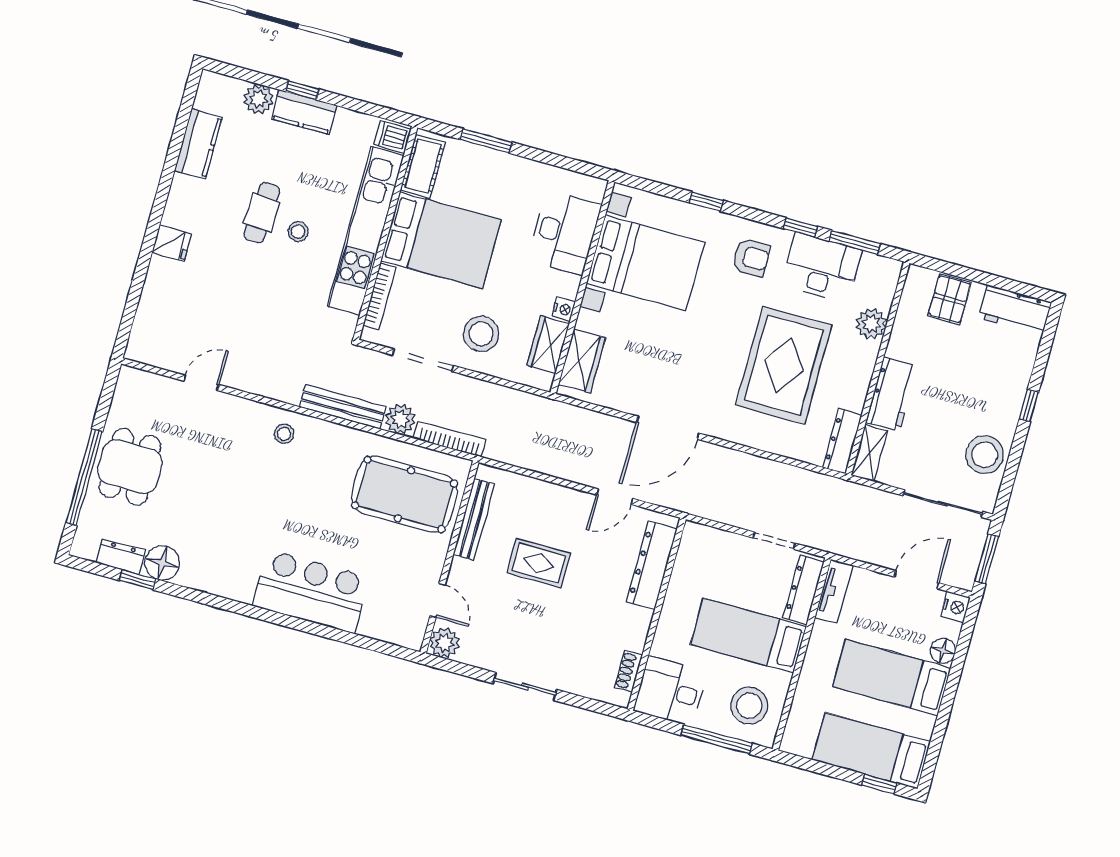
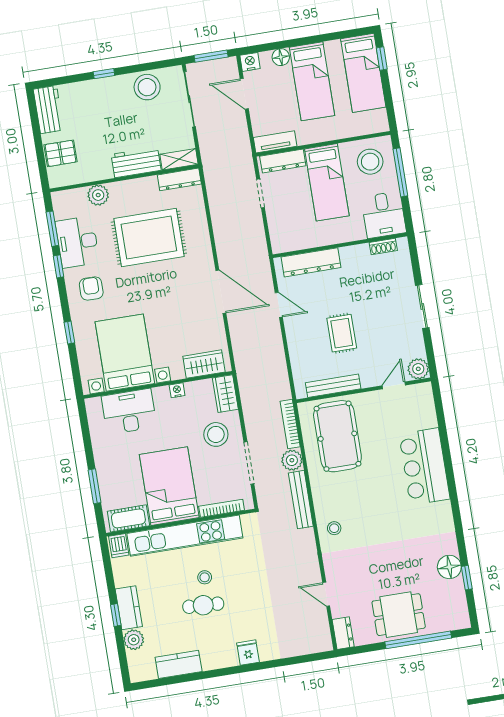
wardrobe: (548, 345) -> (225, 394), moved, turned 90
dresser: (121, 557) -> (343, 633), moved, turned 180

